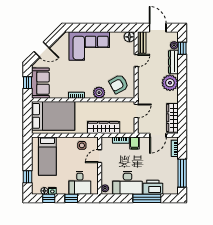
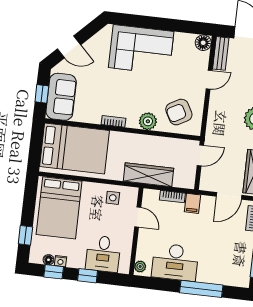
bed: (47, 156) -> (59, 208), width x1.50
door: (100, 156) -> (138, 217), swing flipped
printer: (153, 187) -> (212, 273), removed

